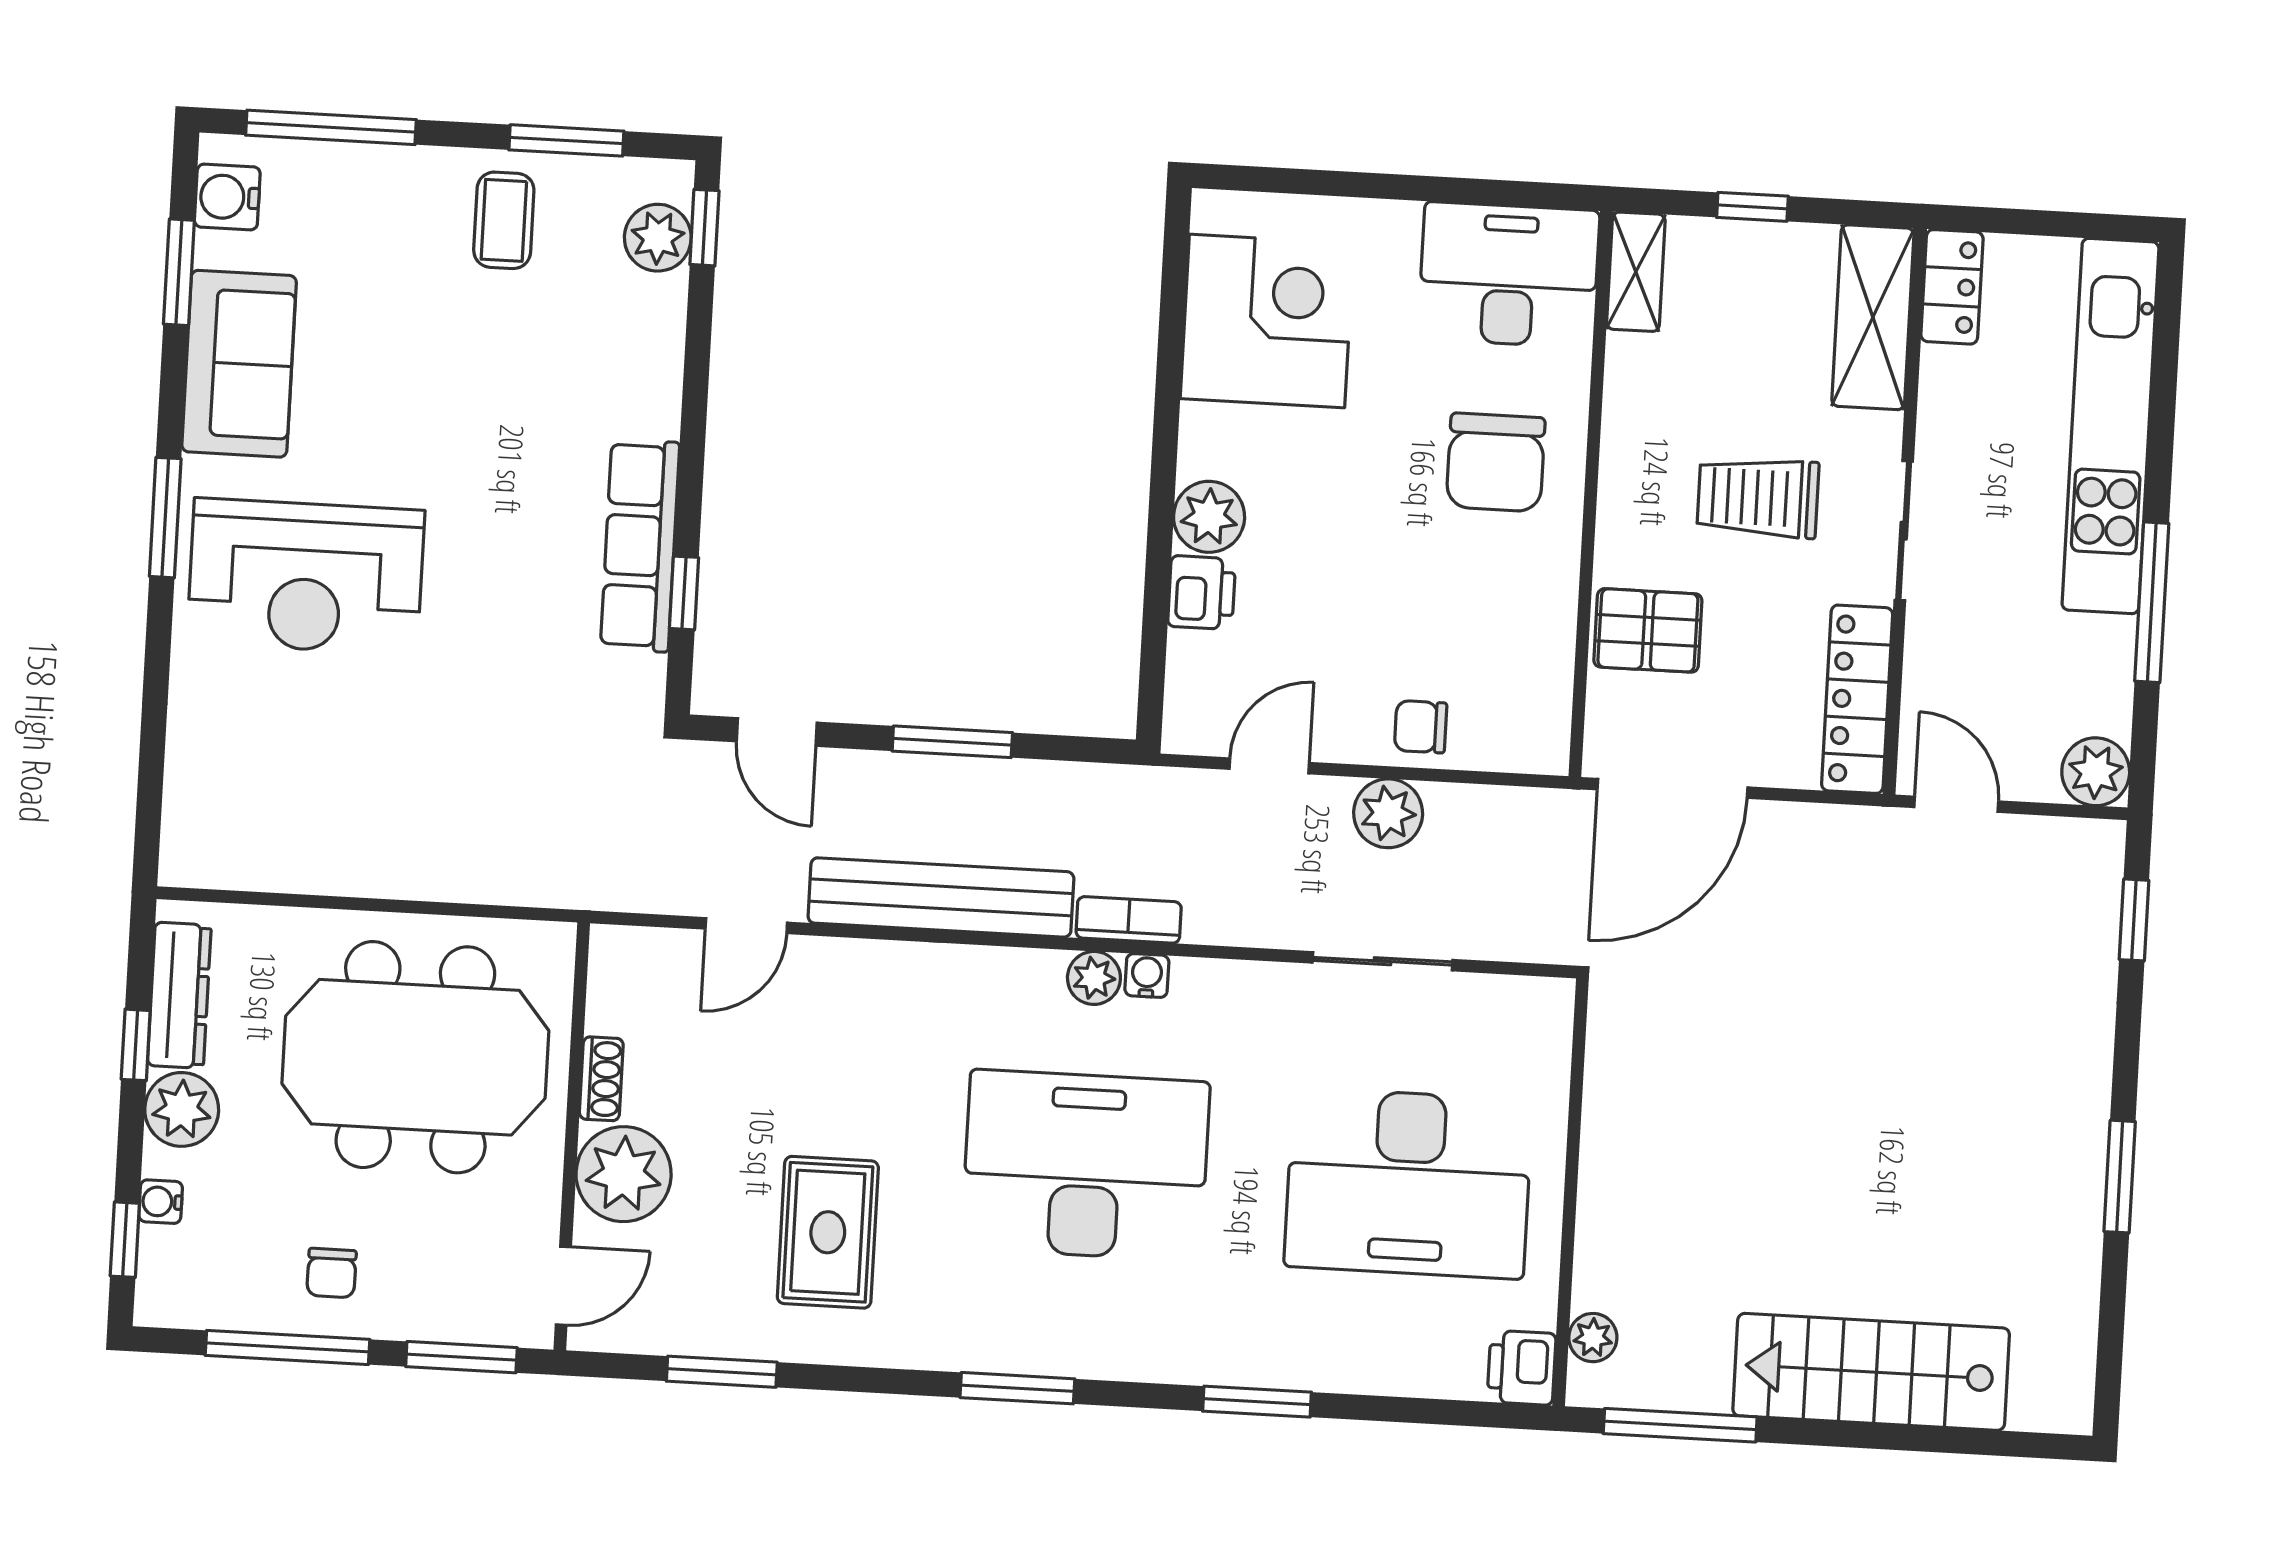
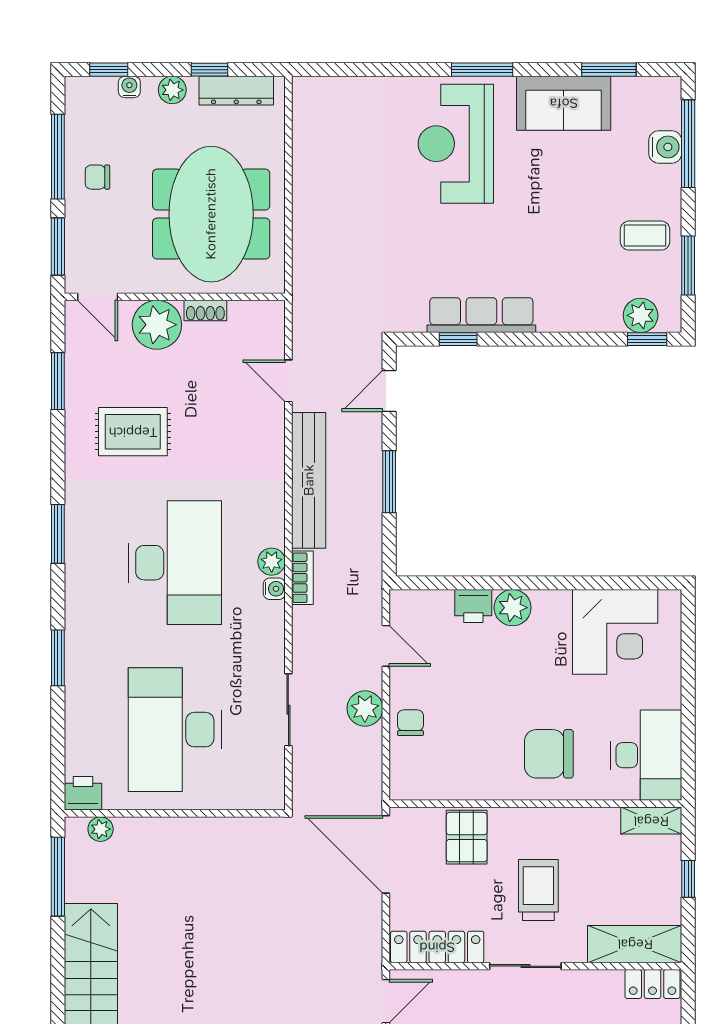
water cooler: (227, 197) -> (665, 147), moved, turned 90
plant: (182, 1109) -> (172, 90), width x0.73, depth x0.73

